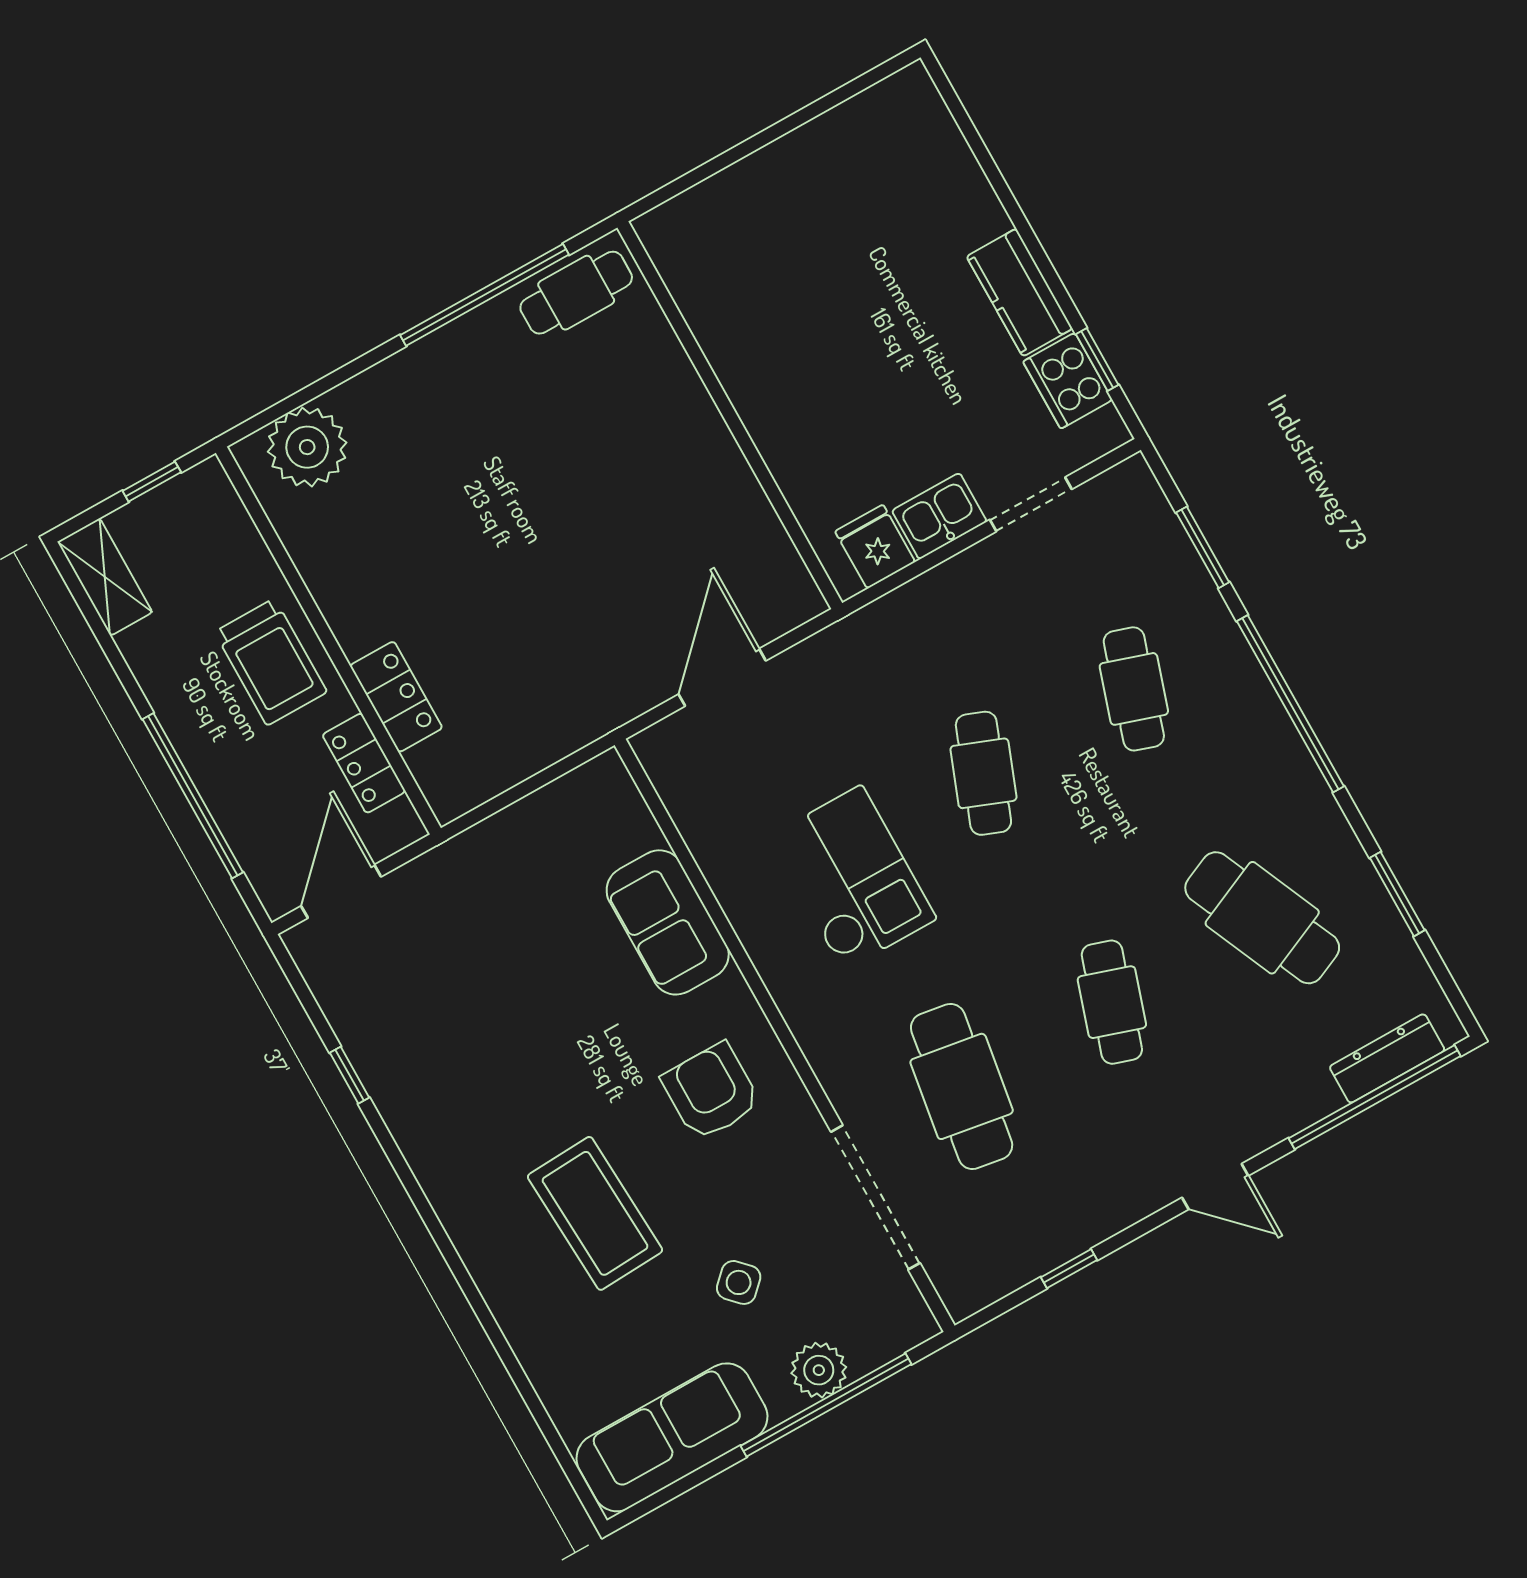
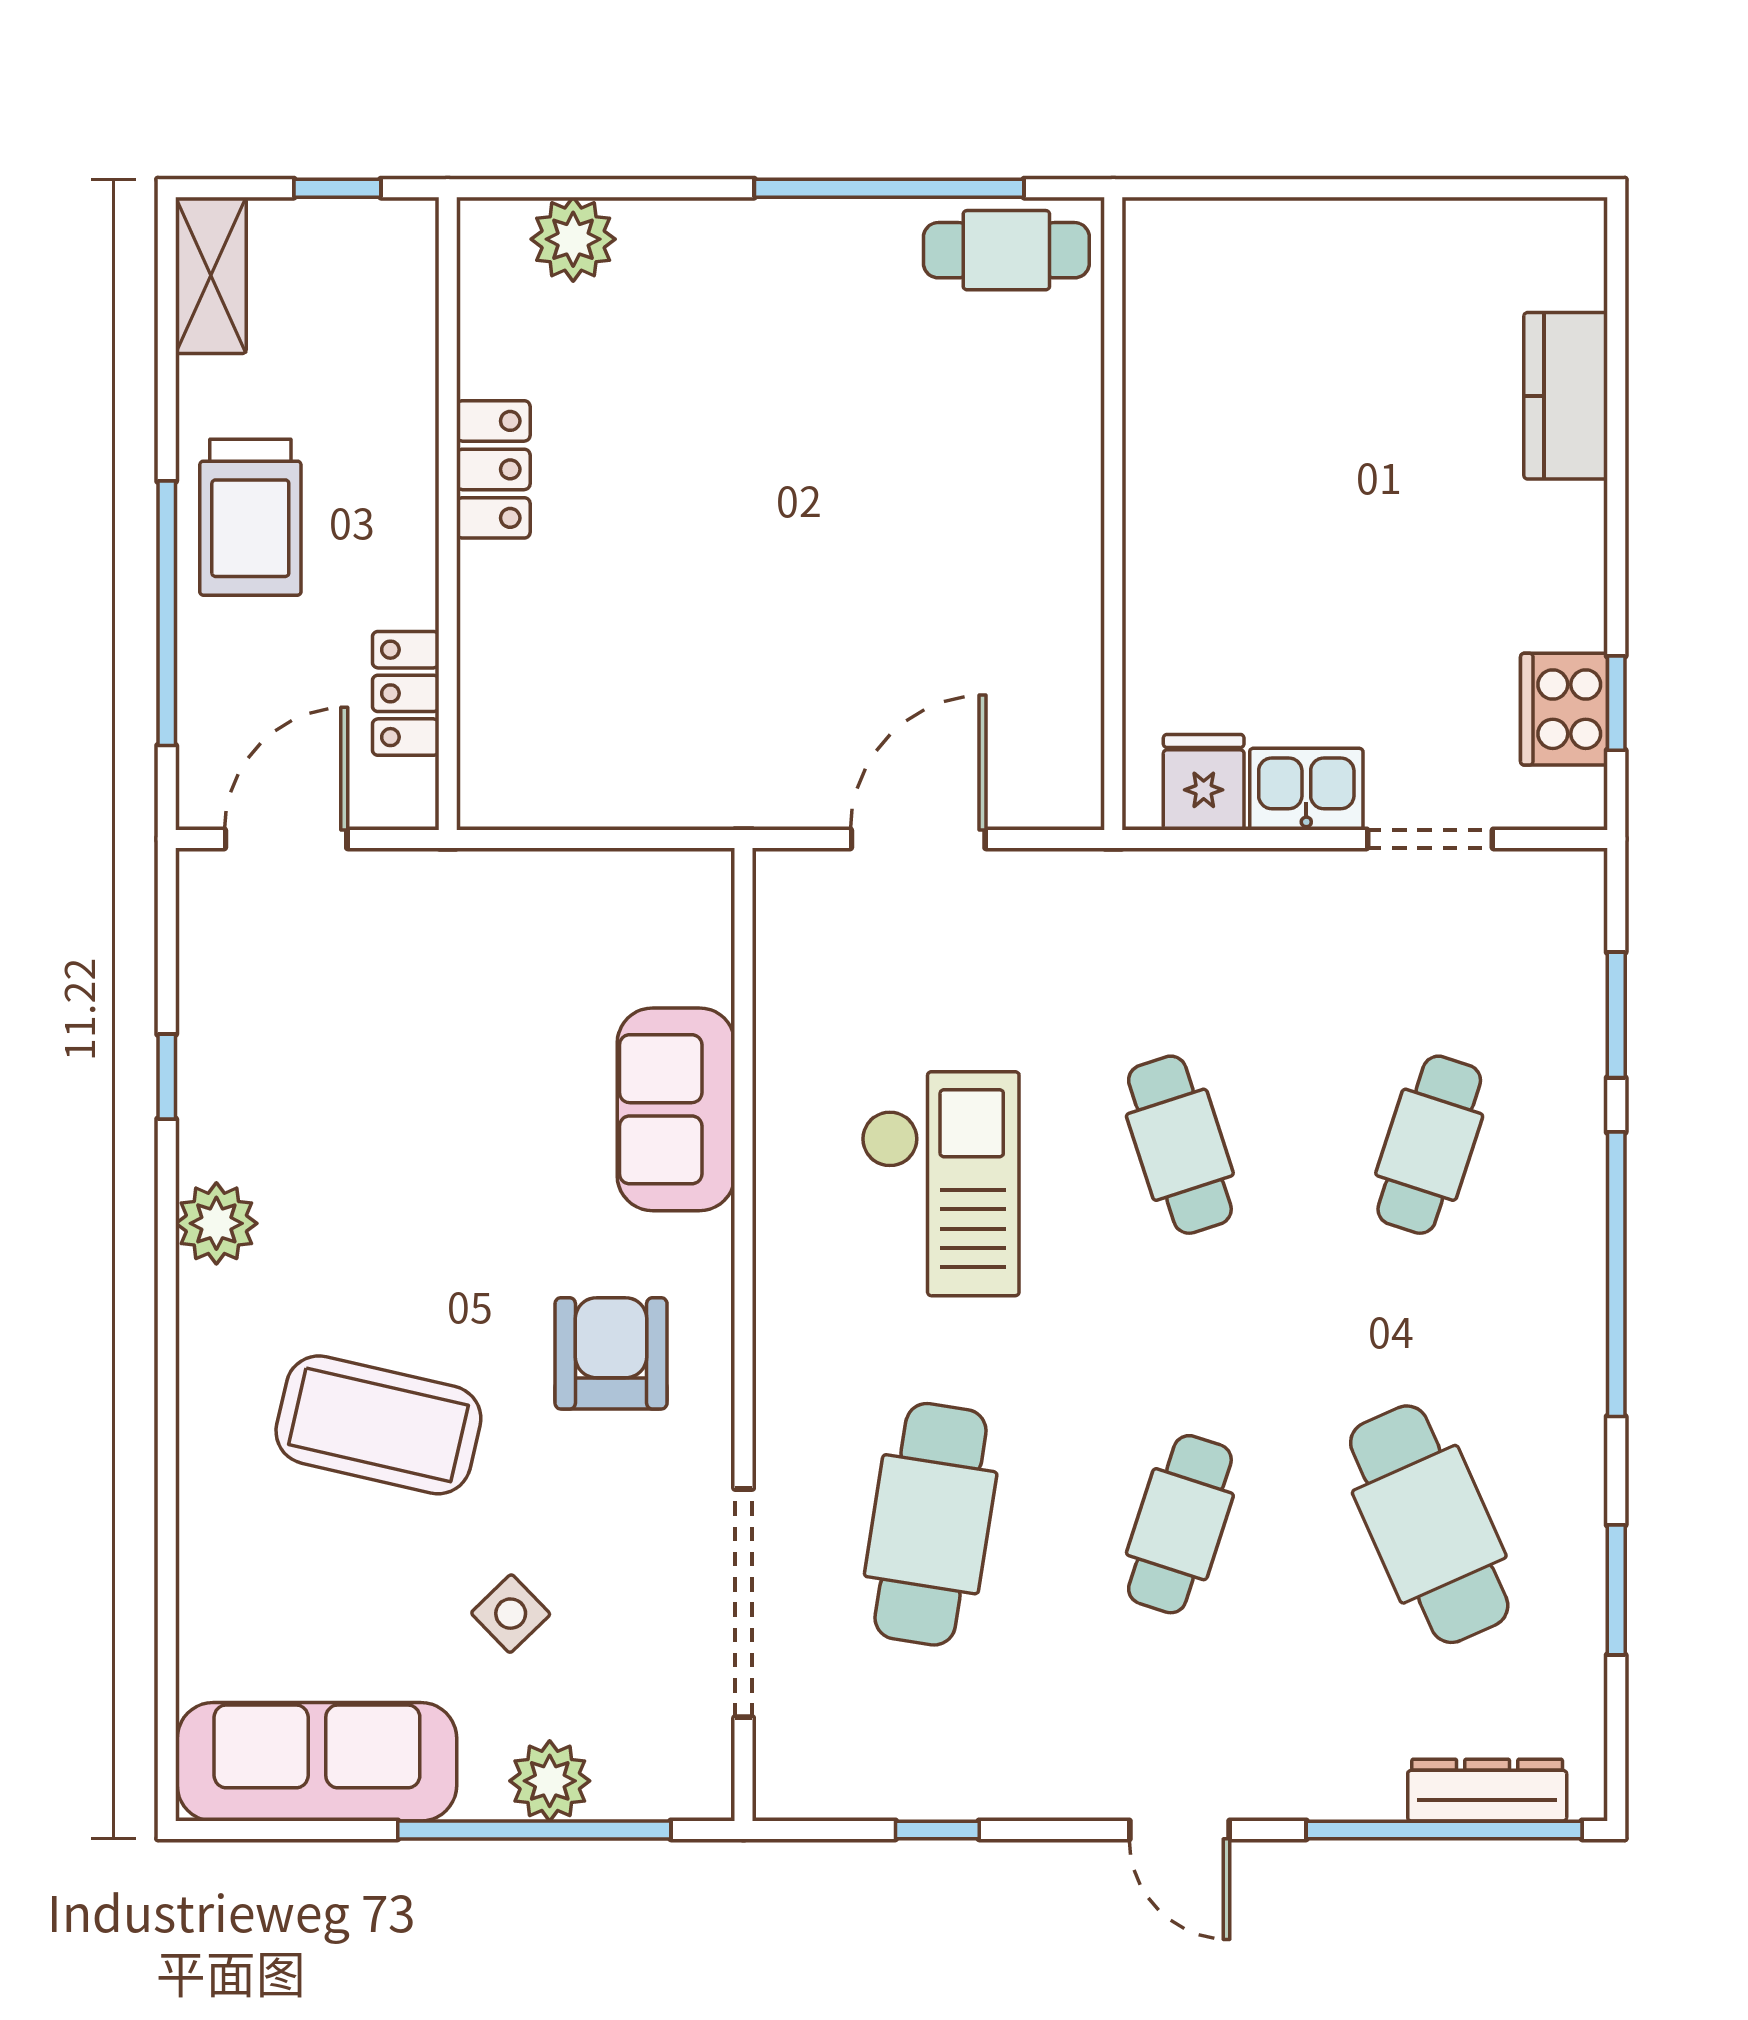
kitchen counter: (1020, 292) -> (1566, 396), moved
plant: (307, 447) -> (573, 239), width x0.73, depth x0.73
trolley: (271, 662) -> (250, 517), moved
locker: (396, 697) -> (493, 469), moved
cafe table: (983, 773) -> (1180, 1145), turned -39
plant: (429, 1147) -> (216, 1223), added
coffee table: (595, 1213) -> (378, 1425), turned -74

